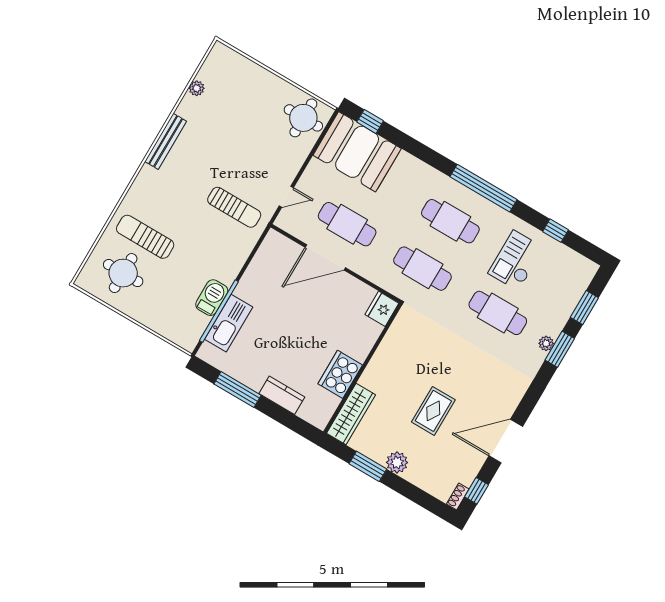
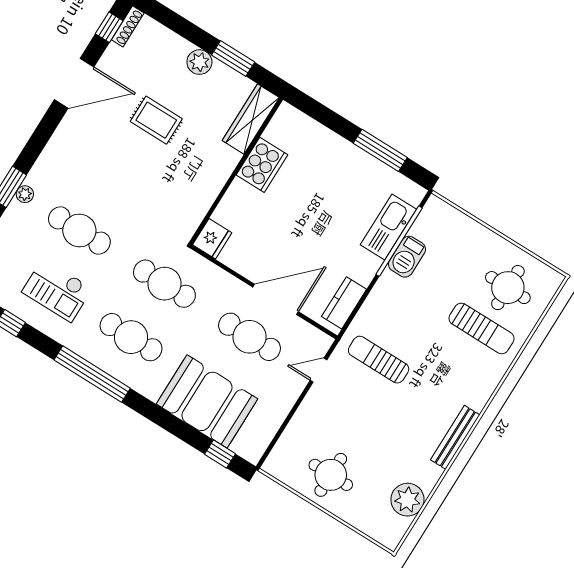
plant: (197, 88) -> (407, 500), width x1.87, depth x1.87
round table: (303, 118) -> (331, 475), moved
booth: (357, 152) -> (207, 401), moved
checkout: (516, 260) -> (57, 290), turned 90
kitchen counter: (282, 395) -> (344, 303), moved, turned 90
rug: (433, 411) -> (156, 120), turned 90
shoe rack: (458, 496) -> (128, 26), width x1.43

